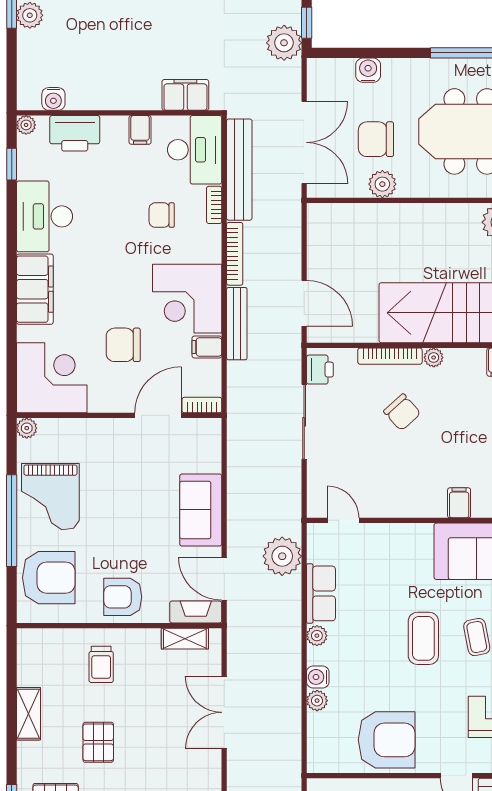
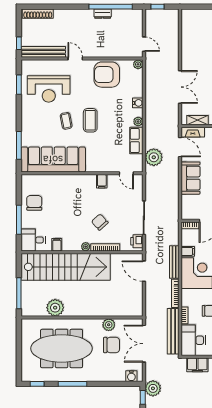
water cooler: (368, 70) -> (131, 376), moved
filing cabinet: (459, 503) -> (102, 181), moved
plant: (317, 701) -> (138, 64), moved

